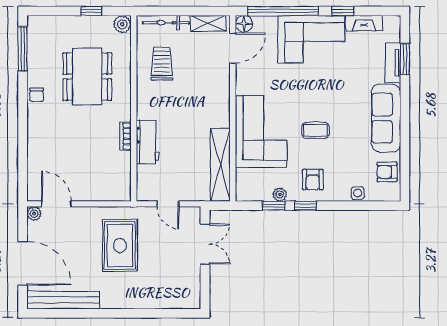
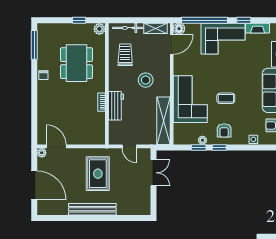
stool: (193, 102) -> (146, 80), added
bench: (63, 300) -> (92, 209), moved

